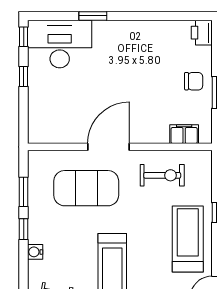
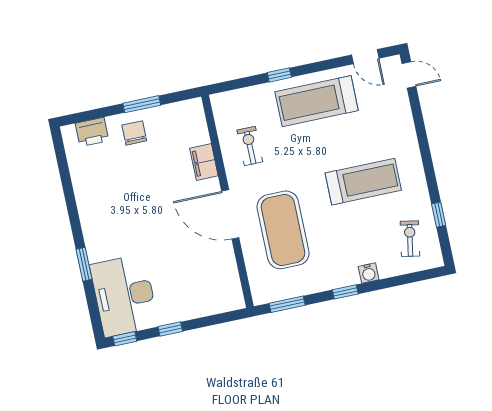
printer: (202, 33) -> (92, 132), moved
filing cabinet: (184, 134) -> (204, 162), moved
exercise bike: (162, 175) -> (250, 146), width x0.73, depth x0.72
window: (24, 192) -> (287, 304), moved

